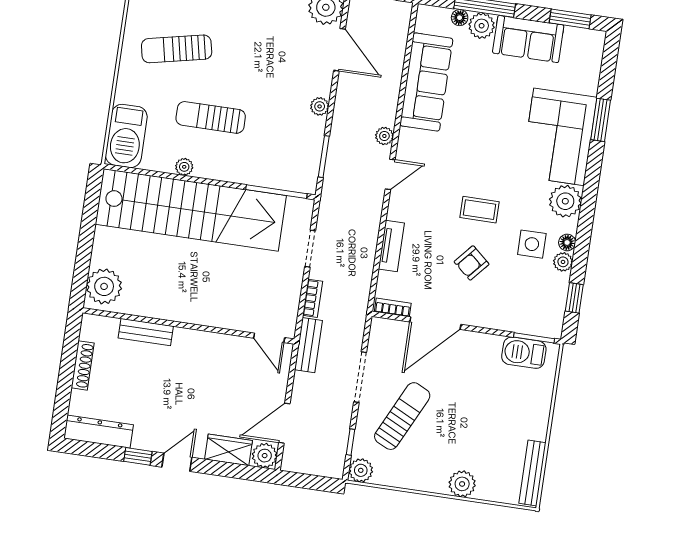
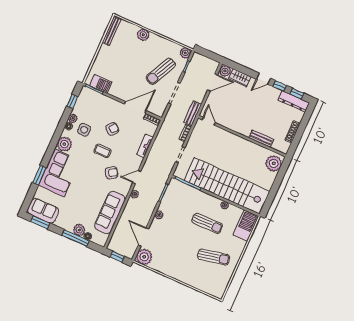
sofa: (528, 39) -> (43, 211), moved
armchair: (447, 168) -> (112, 173), added
window: (97, 450) -> (297, 94), added

